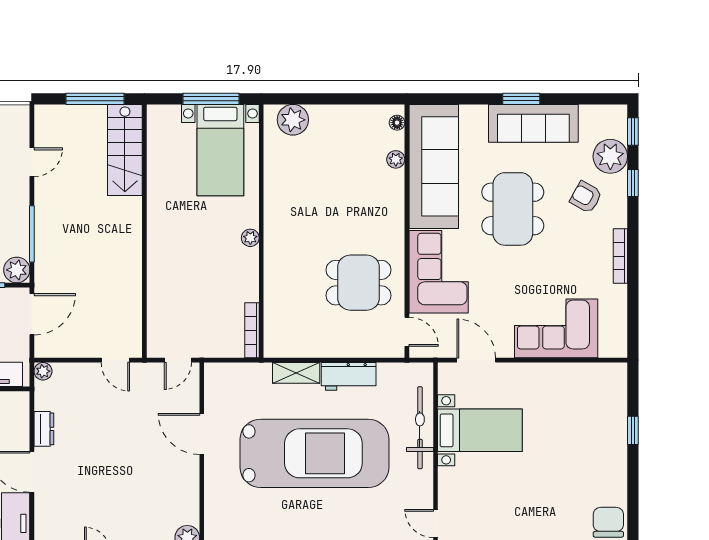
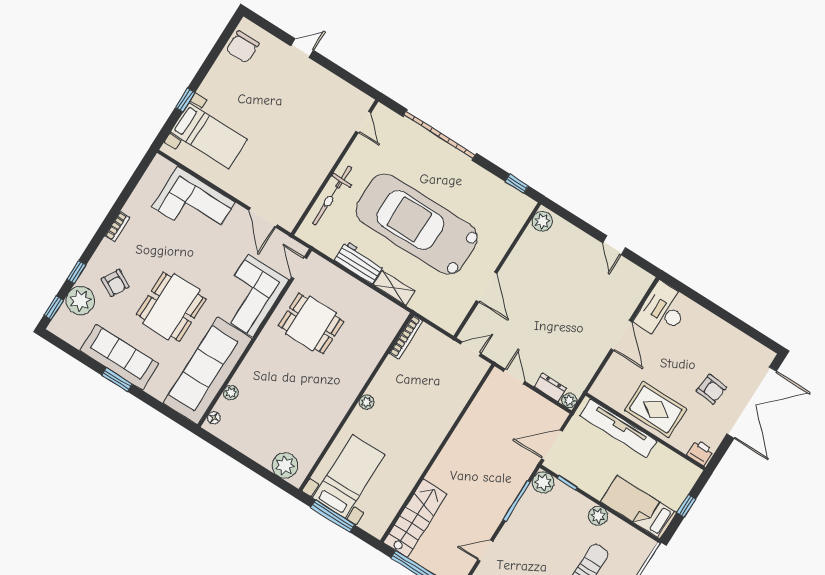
bookcase: (620, 256) -> (117, 227), width x0.64
dresser: (44, 429) -> (550, 387), moved, turned 90
bed with nightstands: (480, 430) -> (209, 136), moved, turned 180

